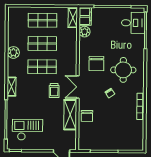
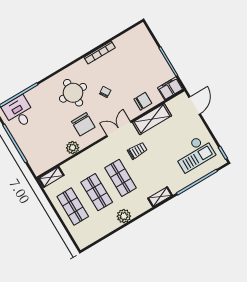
filing cabinet: (85, 16) -> (170, 88), moved
plant: (85, 32) -> (73, 148), moved
chair: (96, 63) -> (83, 124), turned 90
double door: (78, 87) -> (119, 129), swing flipped
checkout: (27, 130) -> (194, 154), turned -90

